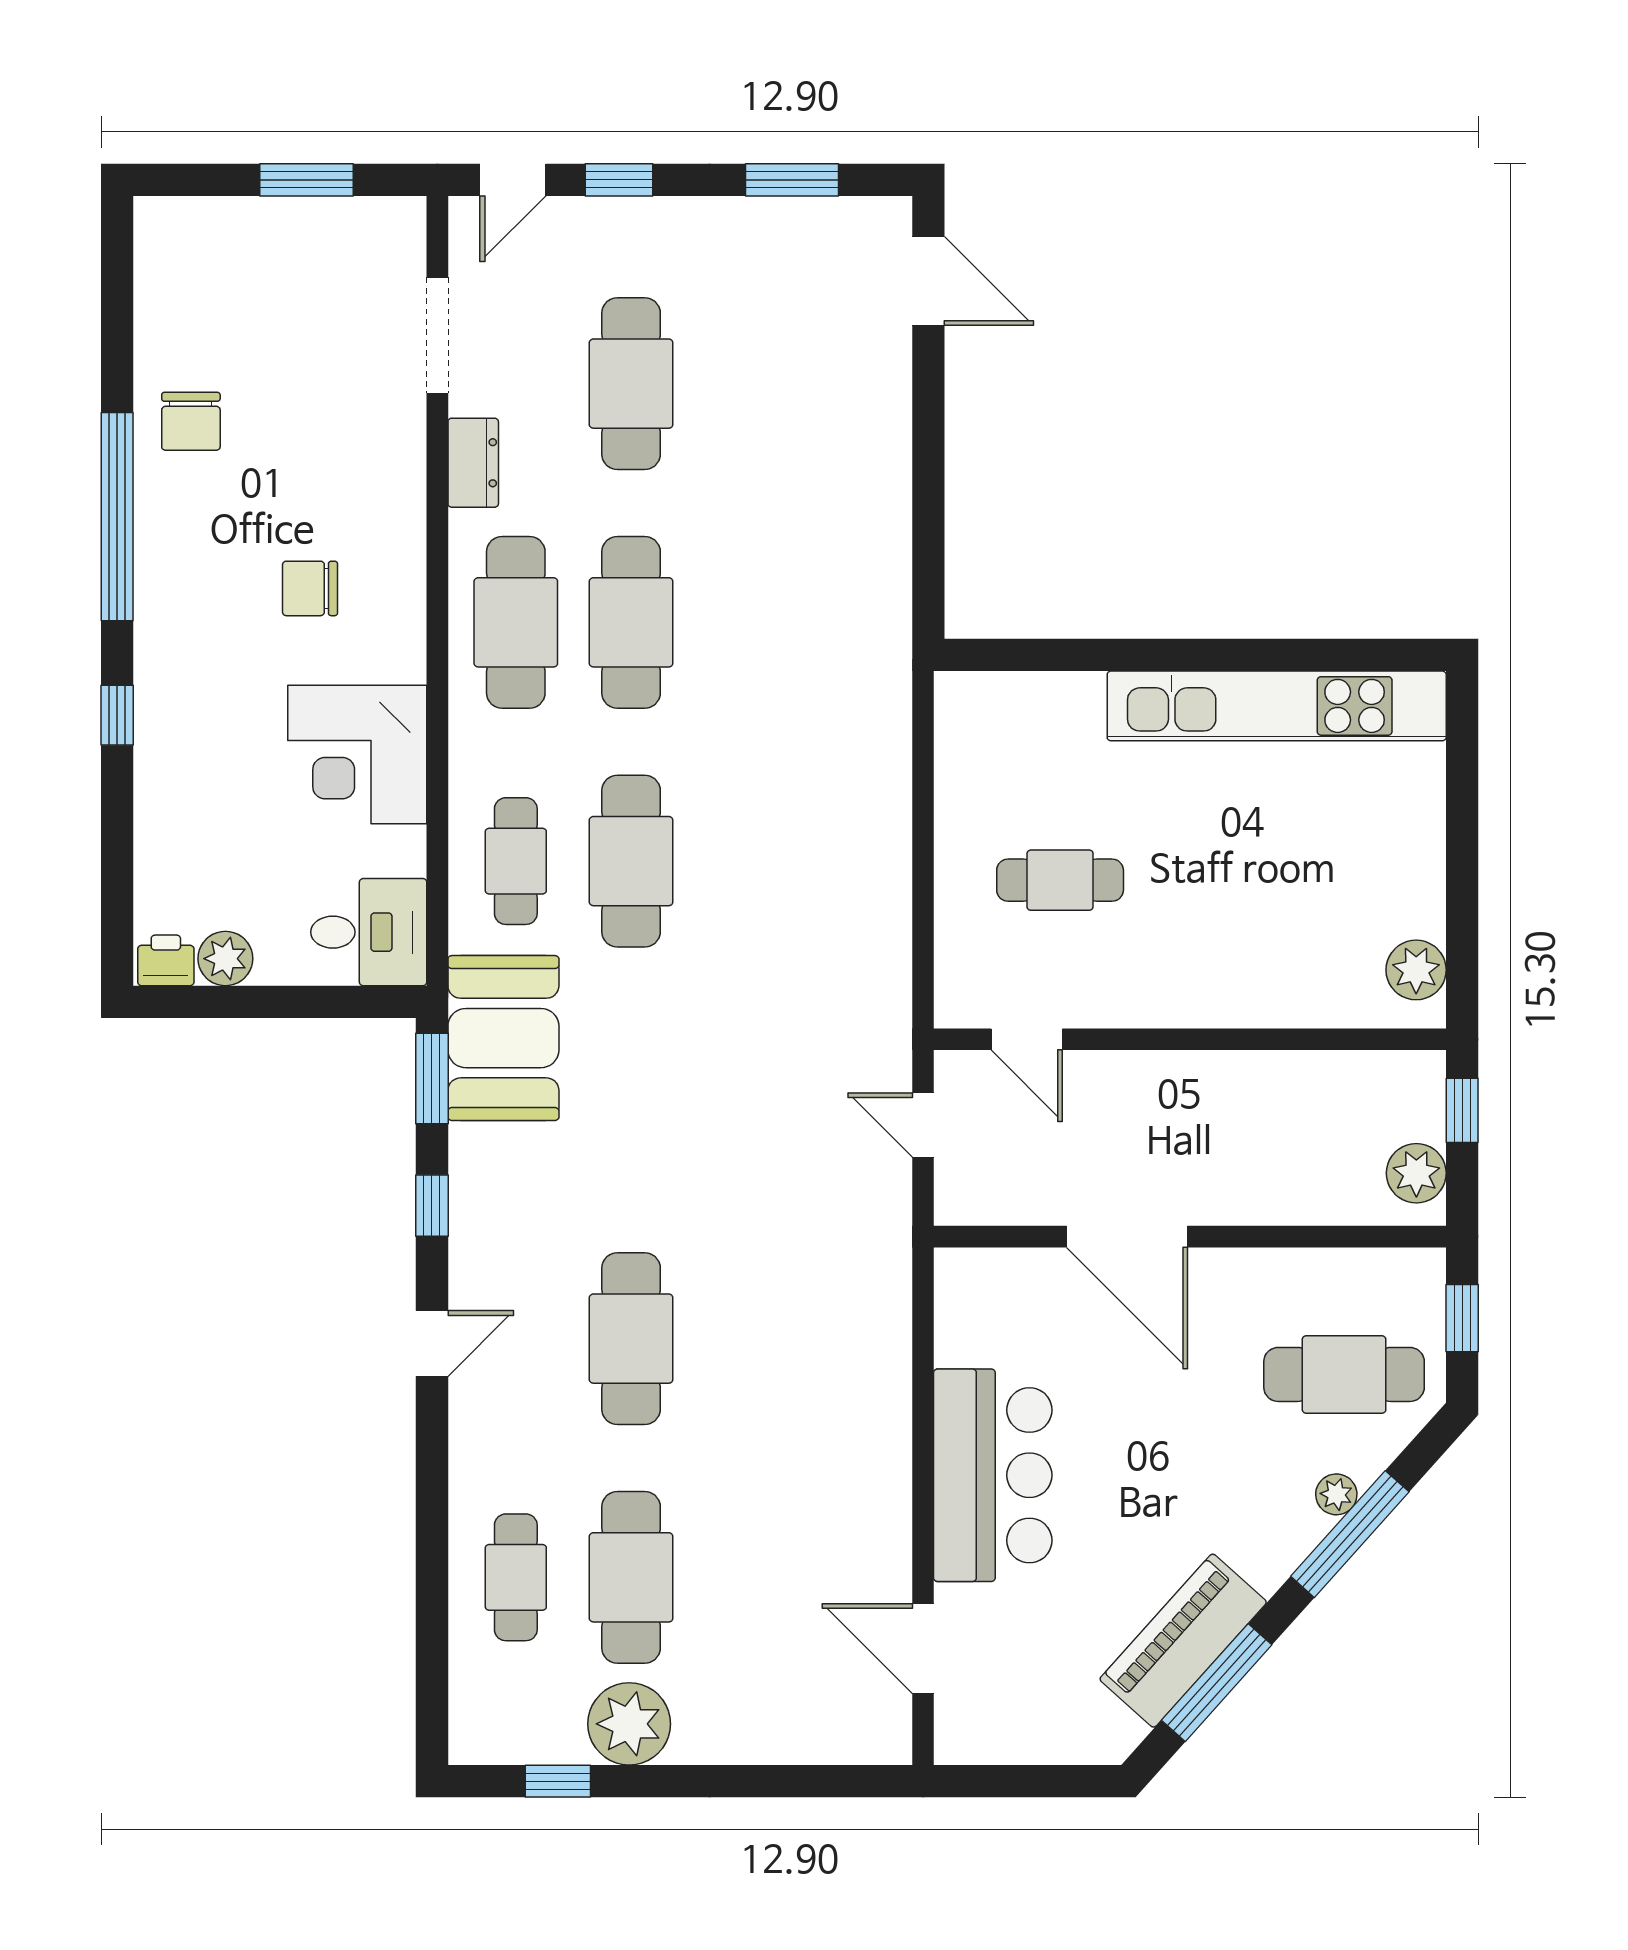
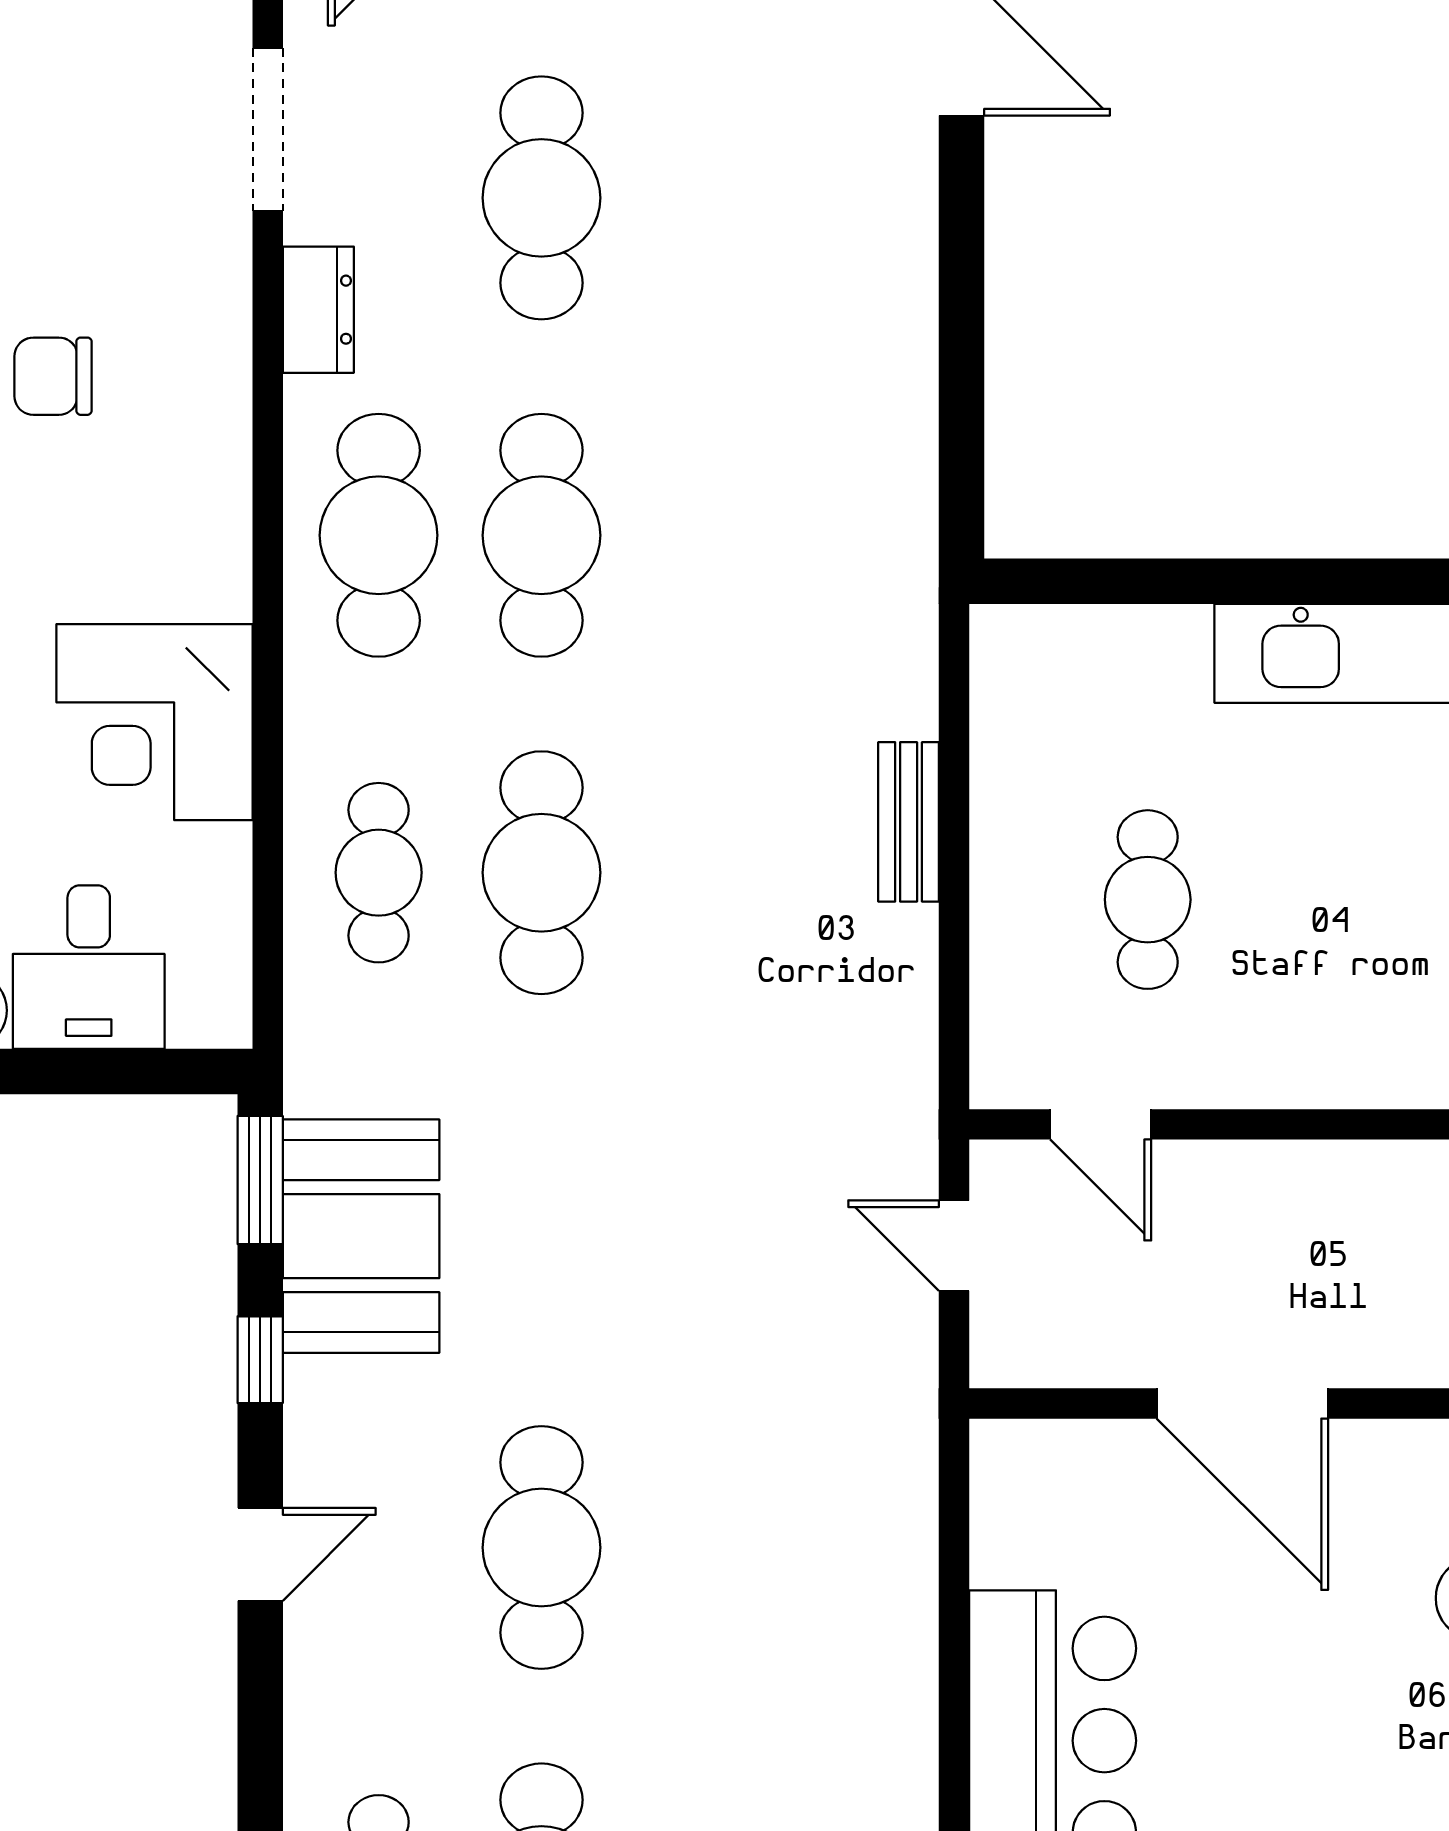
chair: (310, 588) -> (53, 376), moved
bench: (891, 825) -> (909, 822), added
cafe table: (1060, 880) -> (1148, 900), turned 90
desk: (369, 932) -> (89, 967), moved, turned 90
booth: (503, 1038) -> (361, 1236), moved

